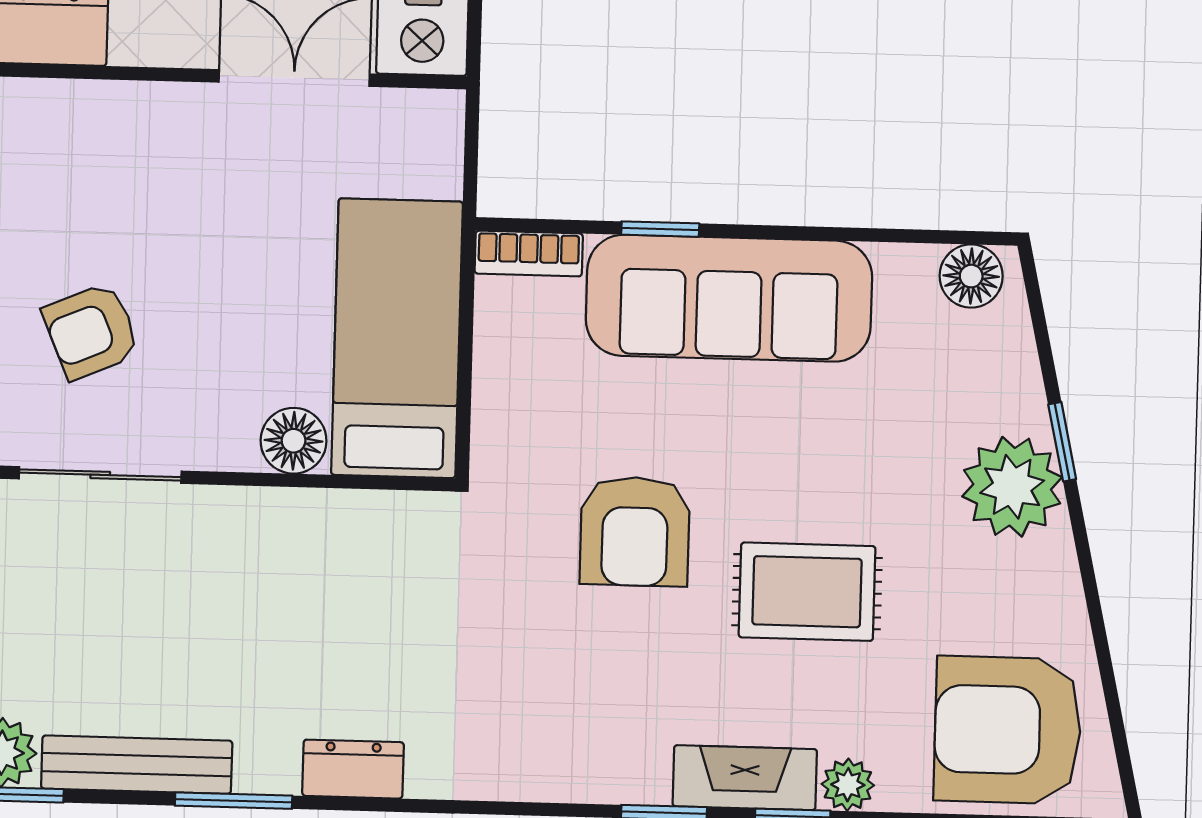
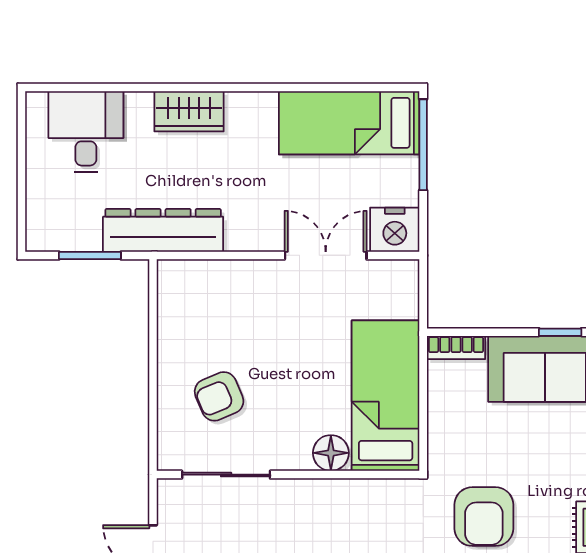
window: (660, 229) -> (560, 332), moved
armchair: (635, 531) -> (484, 517), moved

